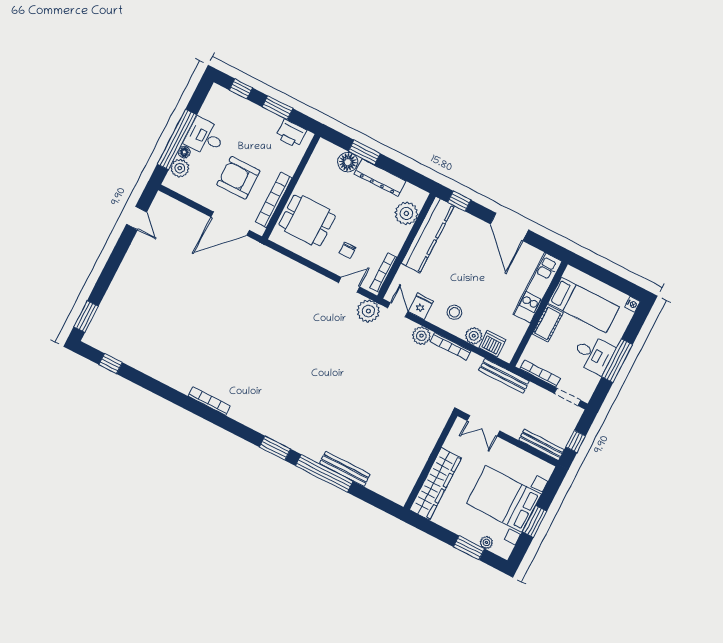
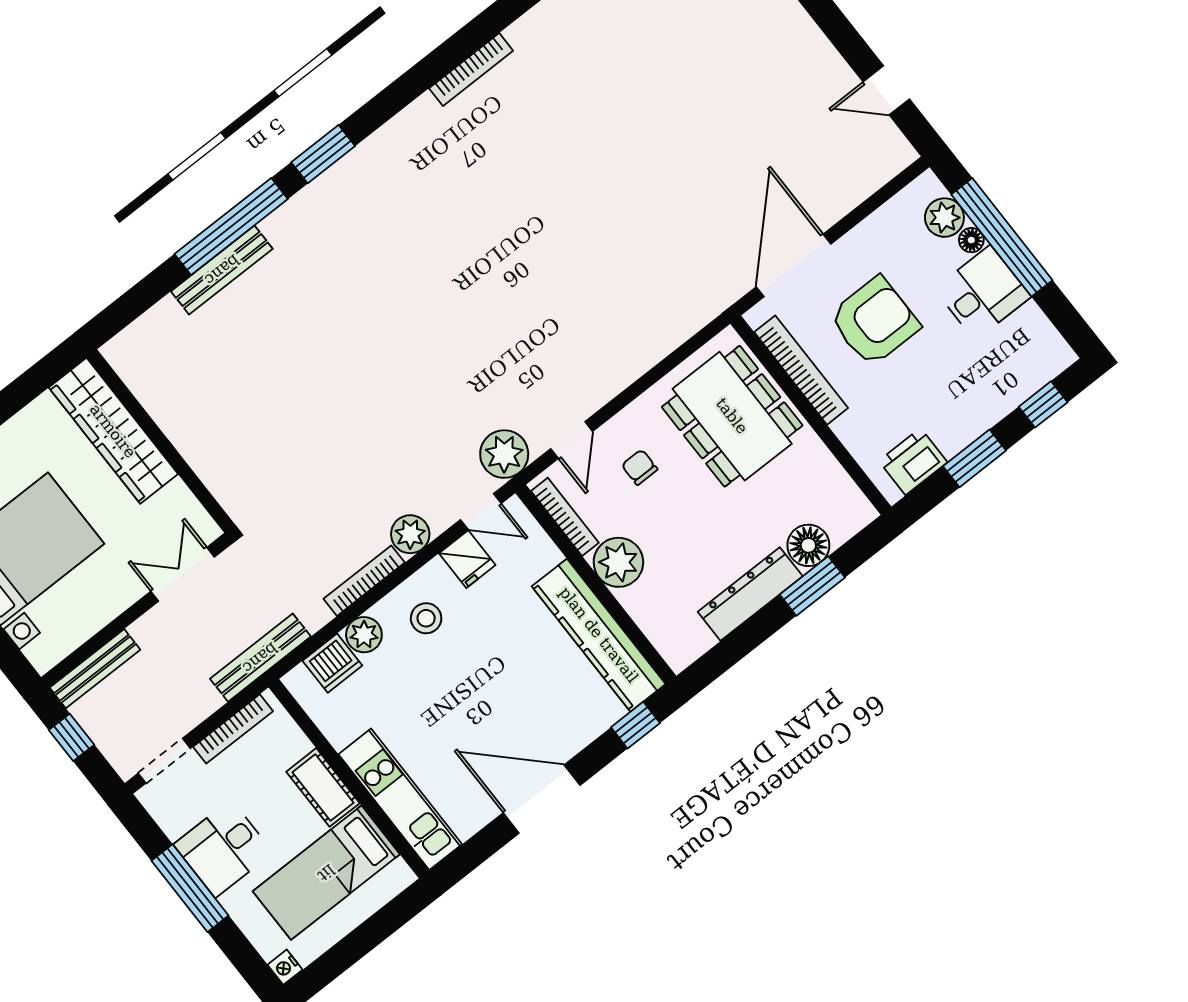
plant: (406, 213) -> (618, 562), moved
dining table: (307, 220) -> (732, 416), width x1.38

